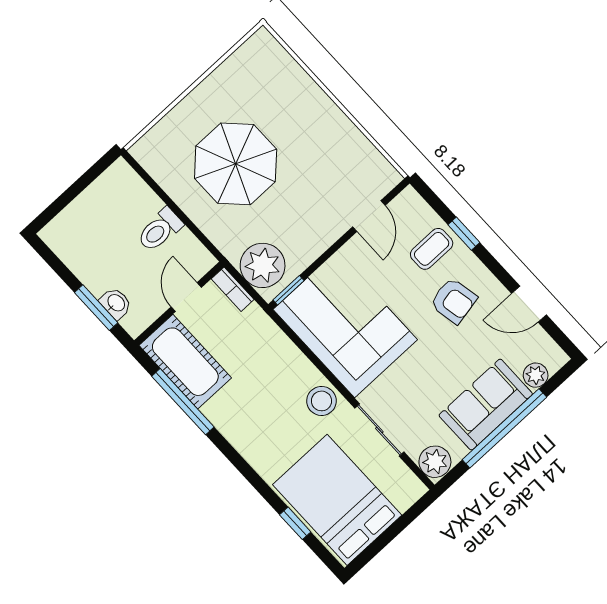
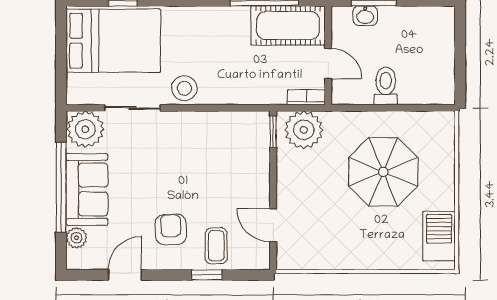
barbecue: (247, 65) -> (439, 236), added
armchair: (454, 301) -> (171, 229), turned 99
corner sofa: (345, 325) -> (219, 148), removed
plant: (435, 462) -> (85, 129), width x1.36, depth x1.36

